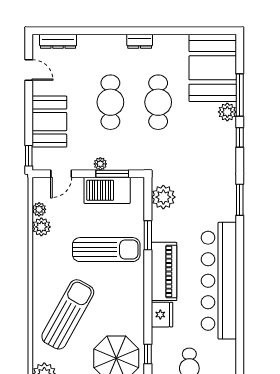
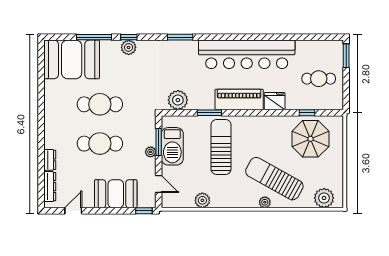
dresser: (140, 41) -> (50, 160), moved
plant: (227, 112) -> (129, 47), moved
plant: (39, 209) -> (265, 202), moved

